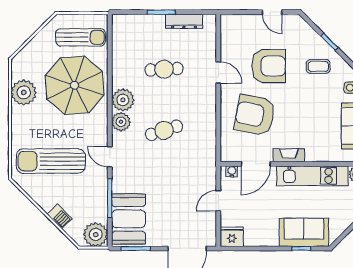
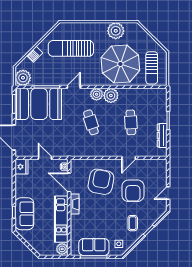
sun lounger: (51, 161) -> (71, 48), turned -90
booth: (129, 219) -> (39, 104), width x1.36, depth x1.42

